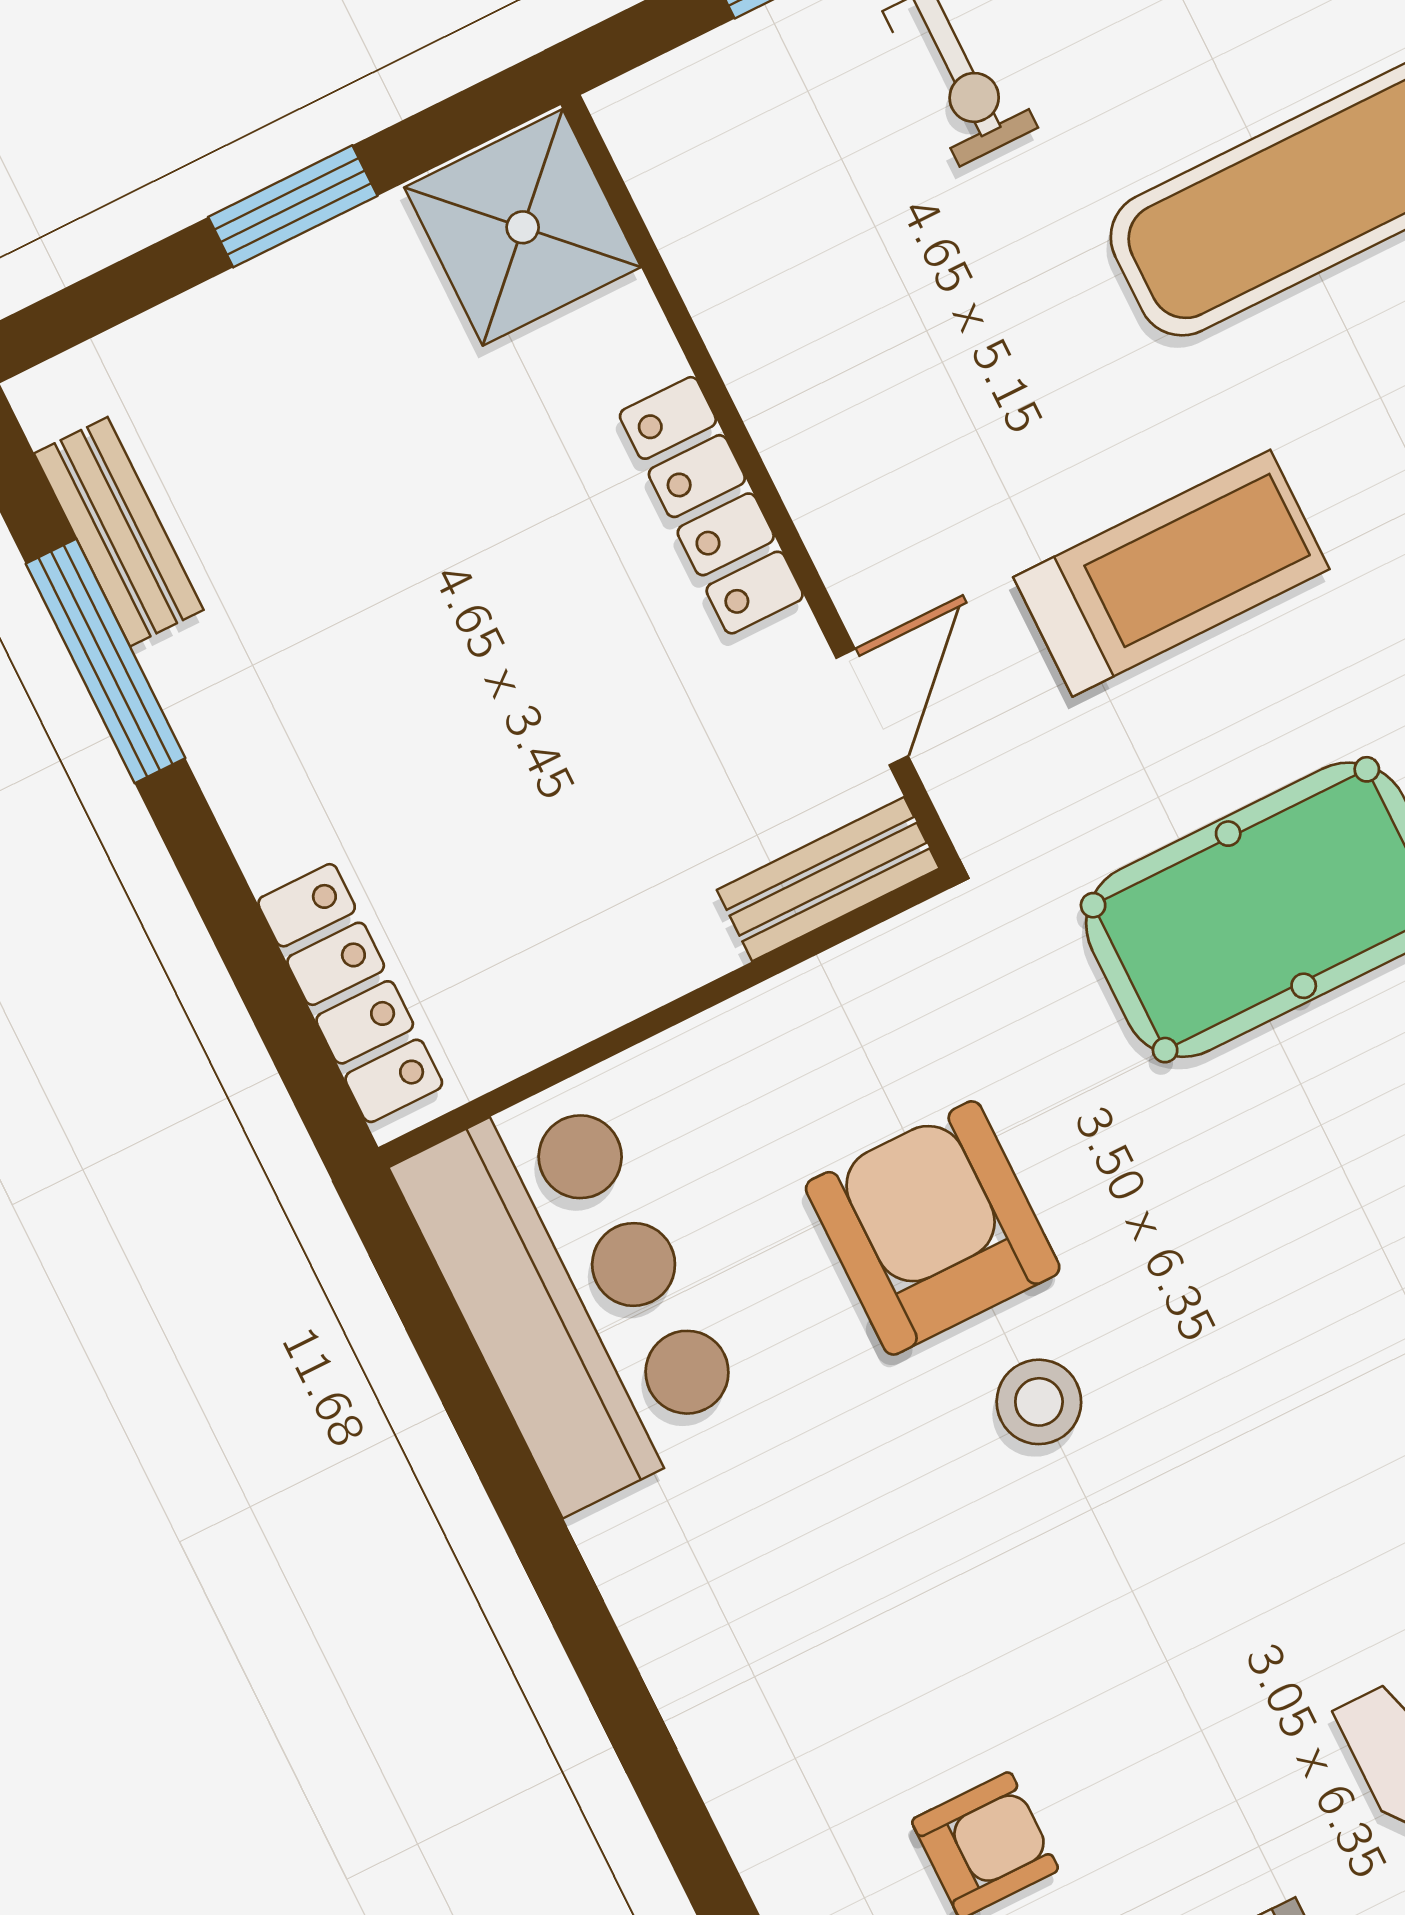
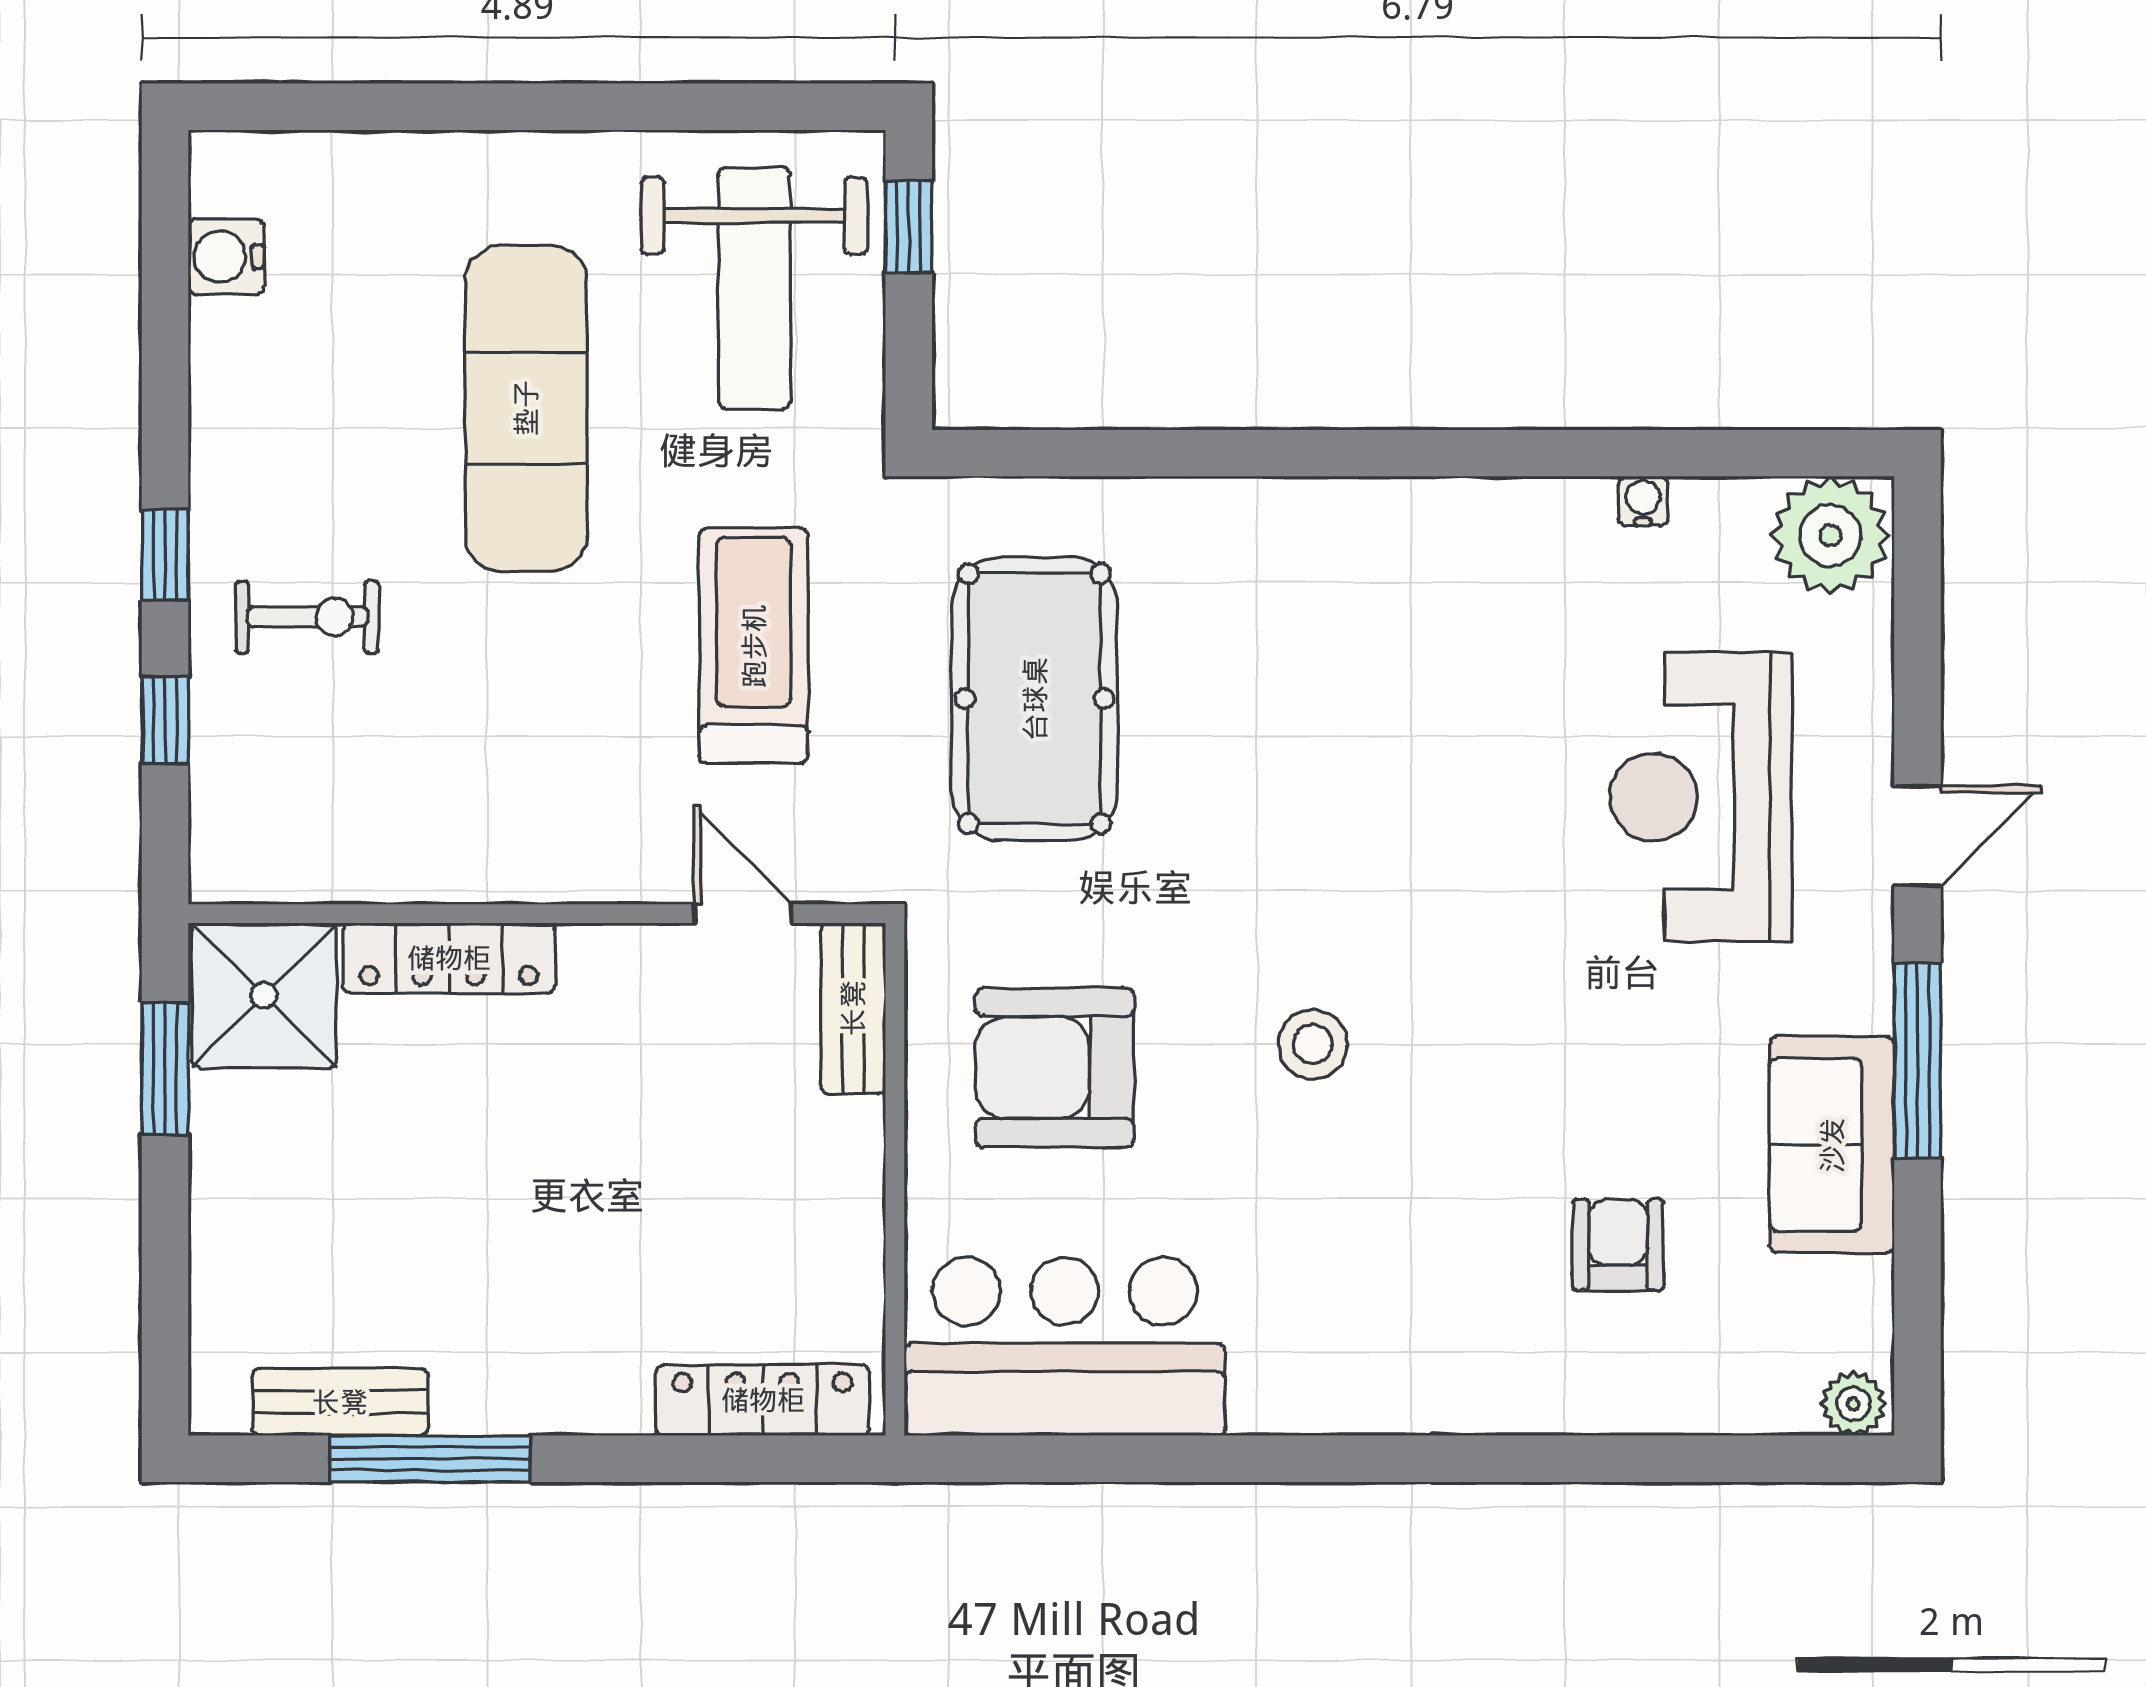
window: (293, 206) -> (165, 1069), moved
locker: (711, 505) -> (449, 958), moved
armchair: (933, 1228) -> (1055, 1067), moved

